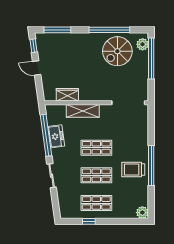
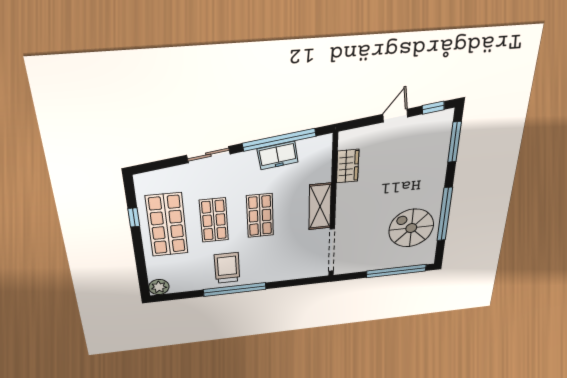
plant: (143, 44) -> (418, 258), removed
shelving: (83, 111) -> (320, 206), moved
shop shelf: (96, 203) -> (167, 225), width x1.43, depth x1.36

